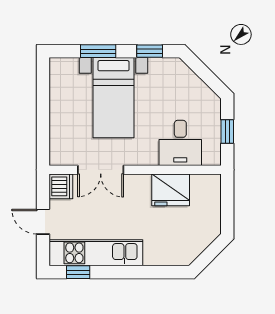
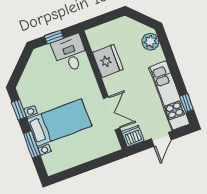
desk: (180, 143) -> (70, 53), moved, turned -90
plant: (175, 254) -> (150, 42), added

